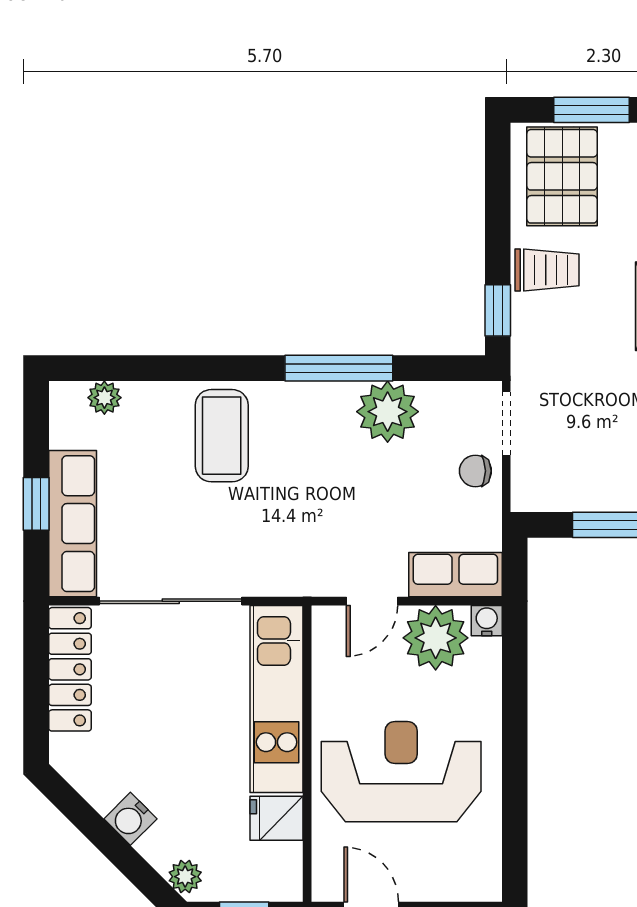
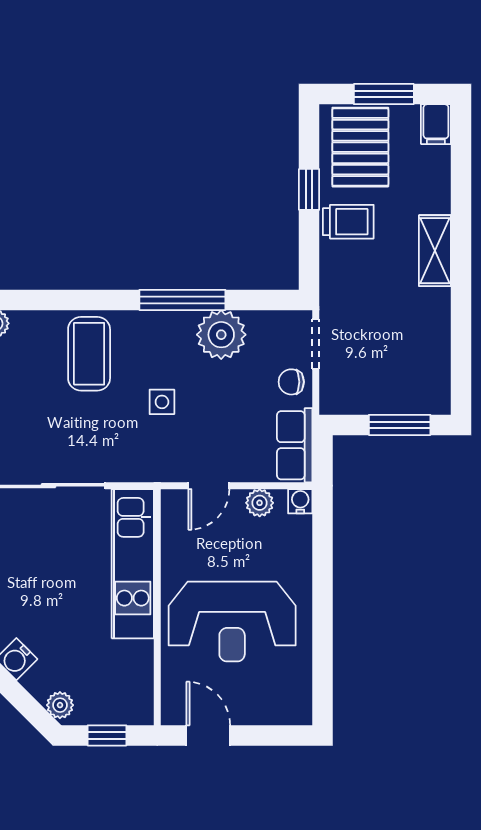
window: (498, 310) -> (309, 189), moved
side table: (313, 496) -> (162, 402), added
row of seats: (455, 575) -> (295, 445), moved, turned -90
plant: (436, 638) -> (260, 503), width x0.53, depth x0.53
reception desk: (401, 772) -> (232, 621), turned 180
fridge: (277, 818) -> (133, 659), removed

